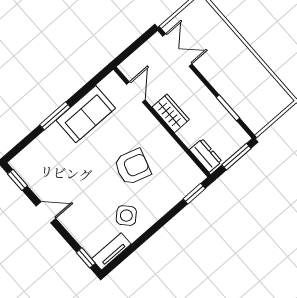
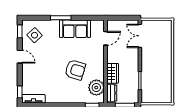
double door: (177, 50) -> (140, 36), swing flipped
wardrobe: (171, 113) -> (113, 73), moved
plant: (180, 166) -> (96, 88), added
side table: (126, 216) -> (35, 35), moved

